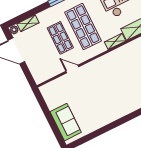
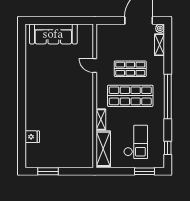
door: (72, 69) -> (95, 65), swing flipped
sofa: (66, 122) -> (53, 34), width x1.36

